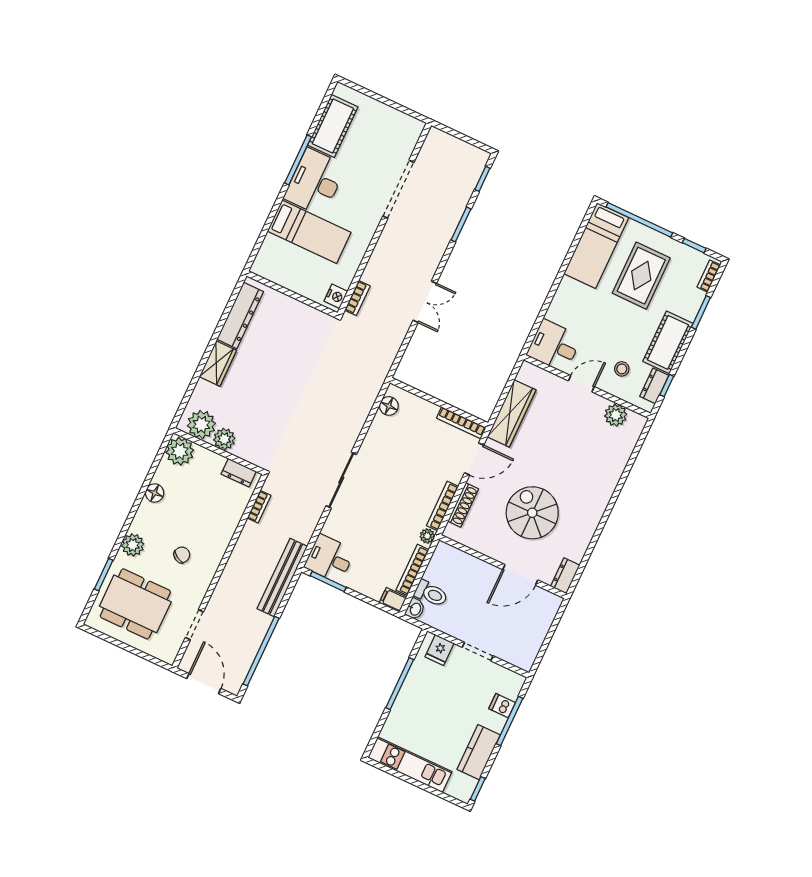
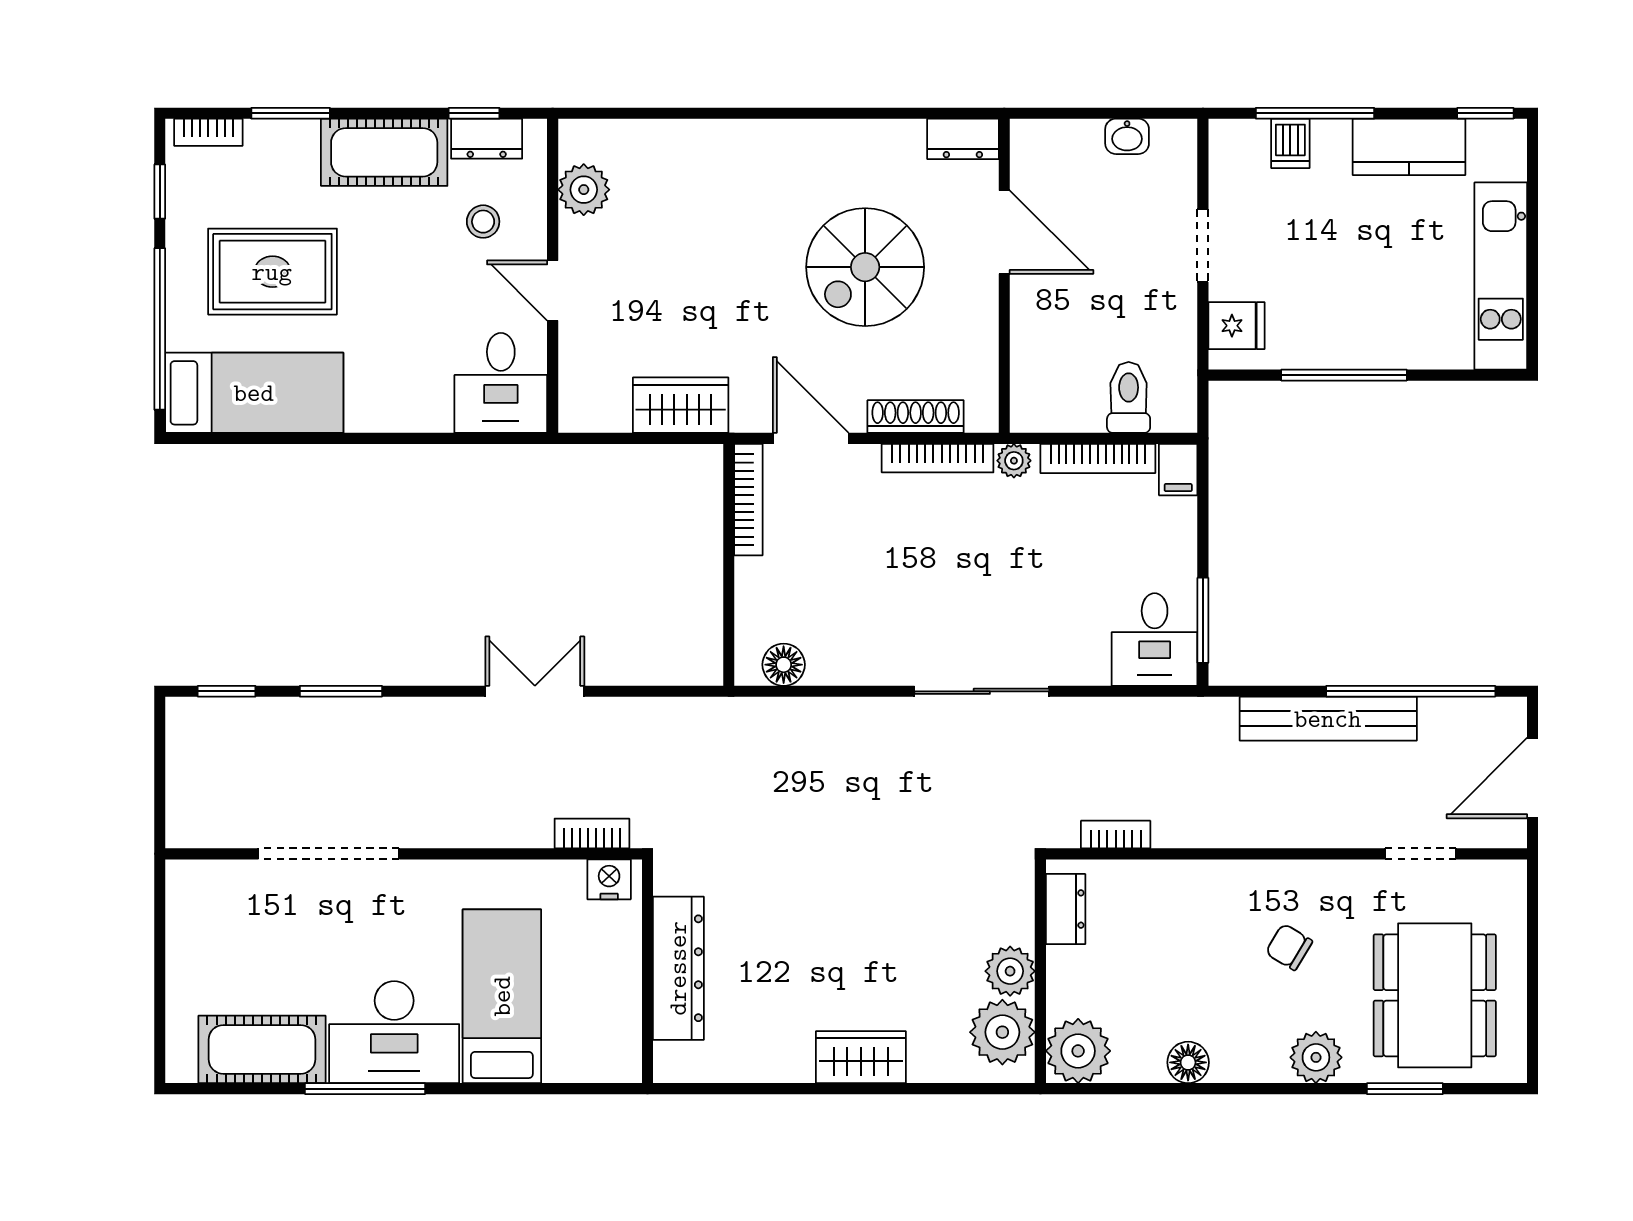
dresser: (240, 315) -> (678, 968), moved, turned 90
wardrobe: (512, 413) -> (681, 405), width x0.67
bench: (282, 577) -> (1328, 719), moved
washbasin: (415, 609) -> (1127, 136), moved, turned 180

